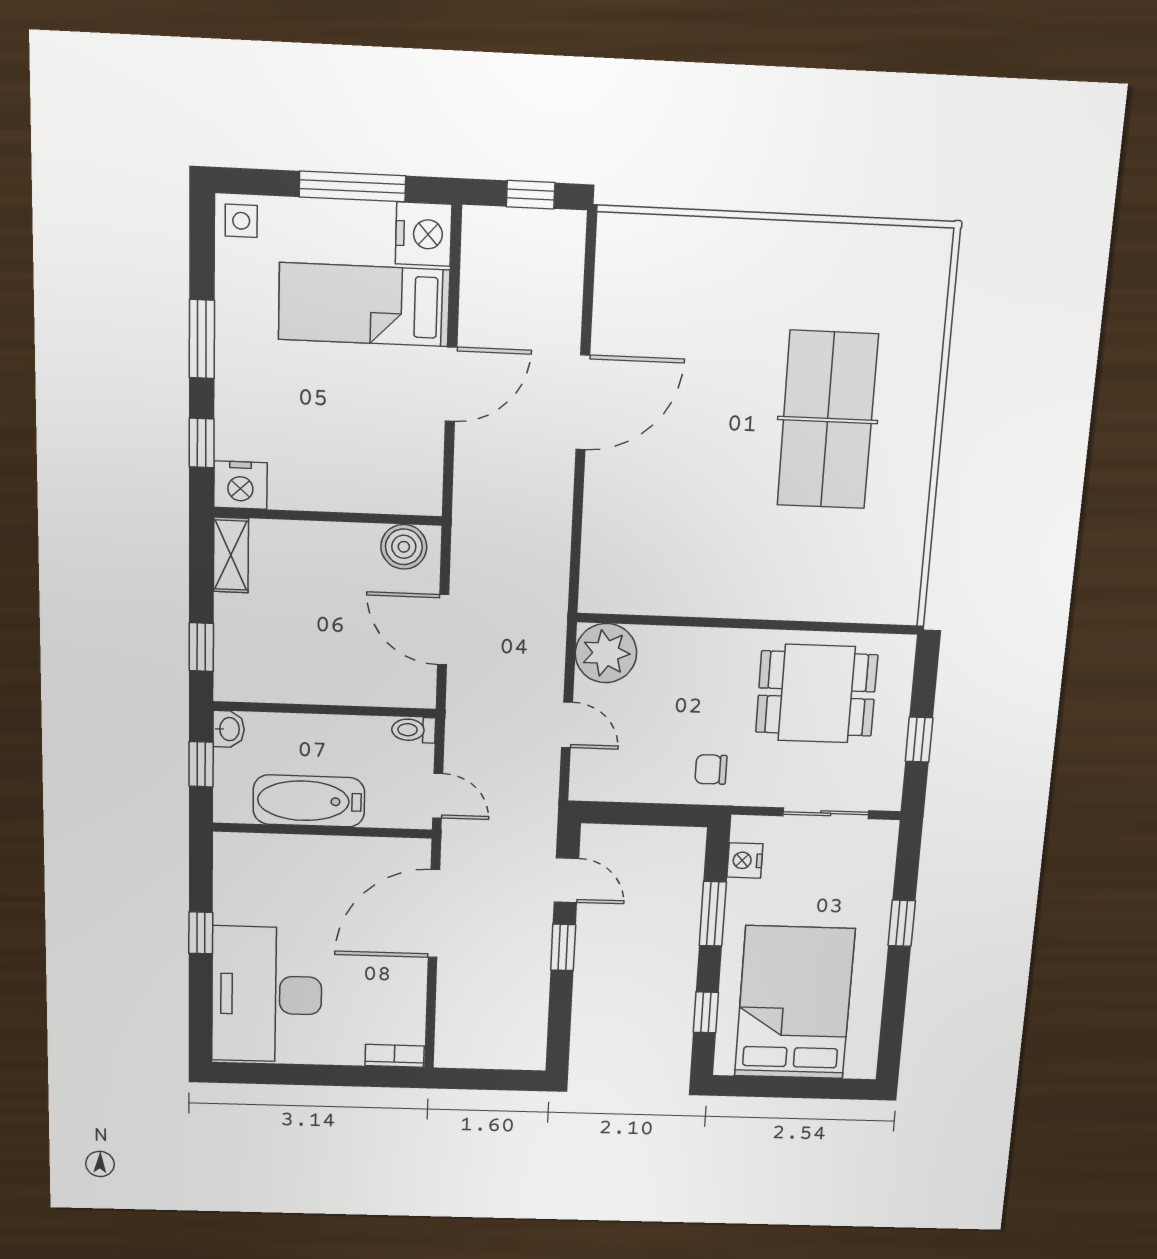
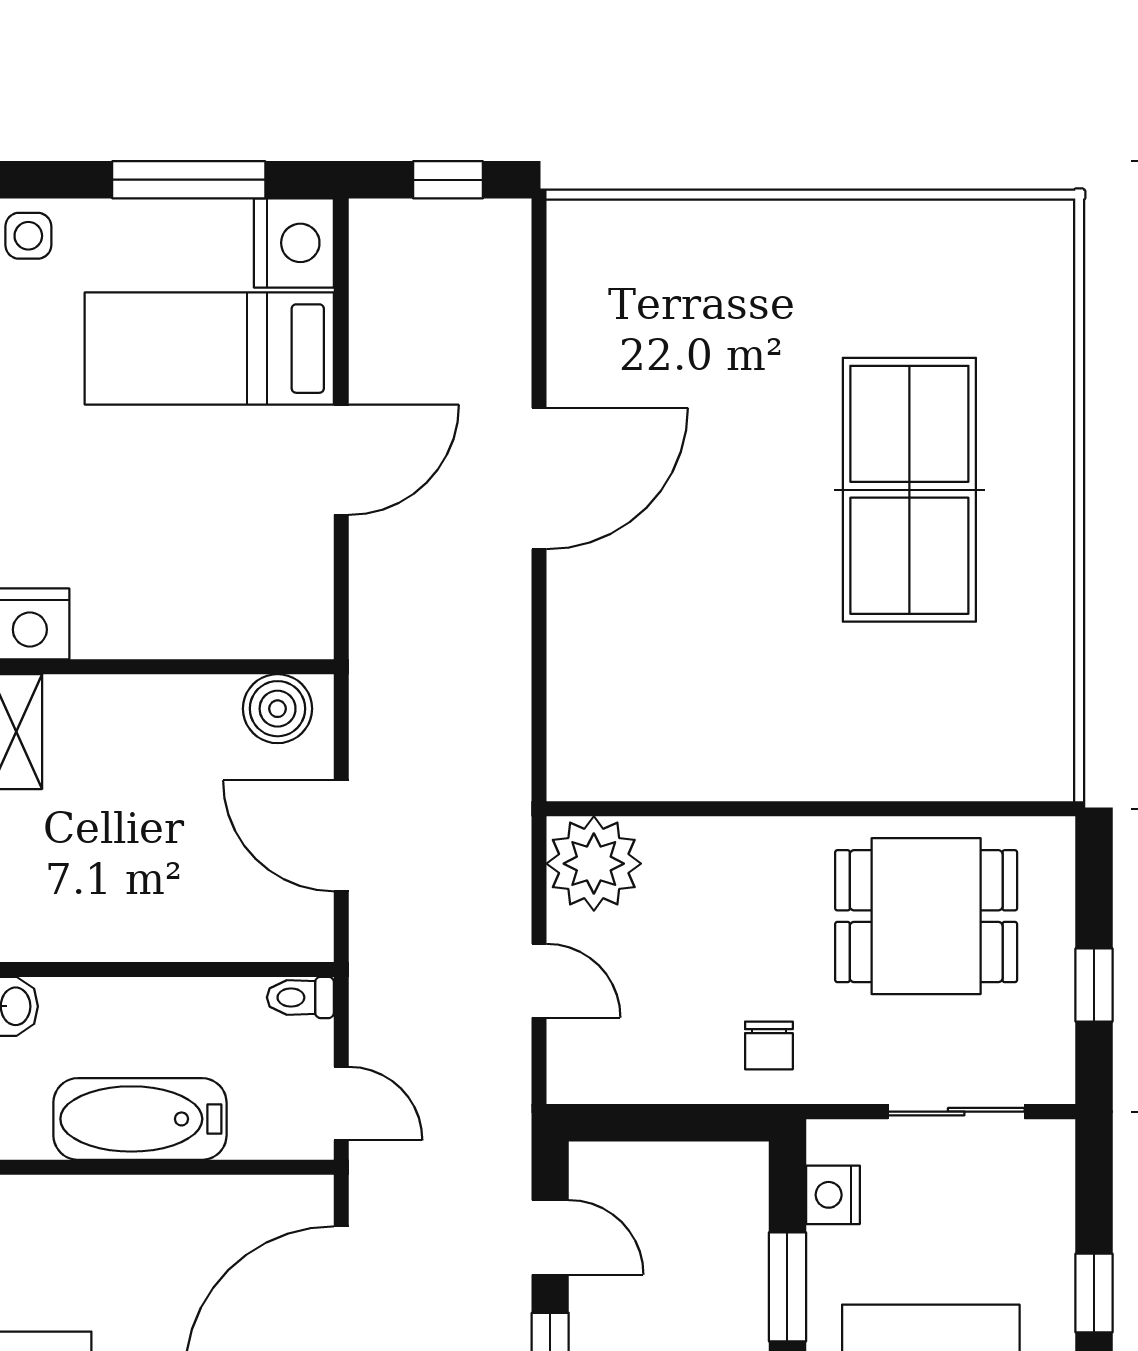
chair: (711, 769) -> (769, 1045), turned -90

